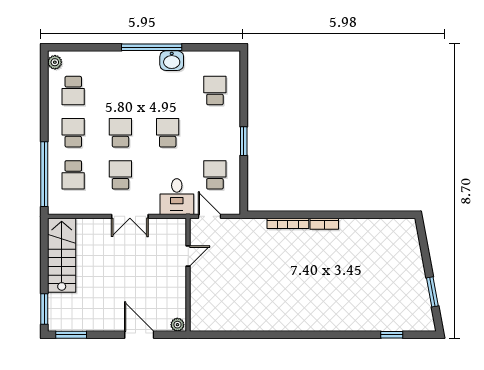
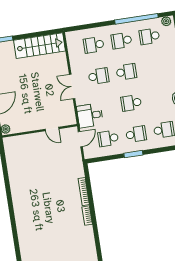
school desk: (73, 133) -> (122, 41), turned 180
school desk: (168, 133) -> (131, 103), turned 180
school desk: (215, 133) -> (136, 134), added
window: (44, 174) -> (136, 19), moved
school desk: (215, 175) -> (108, 138), turned 180

